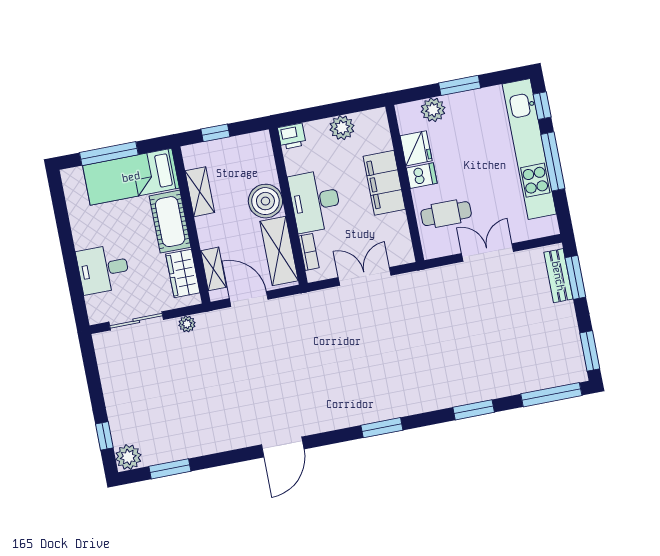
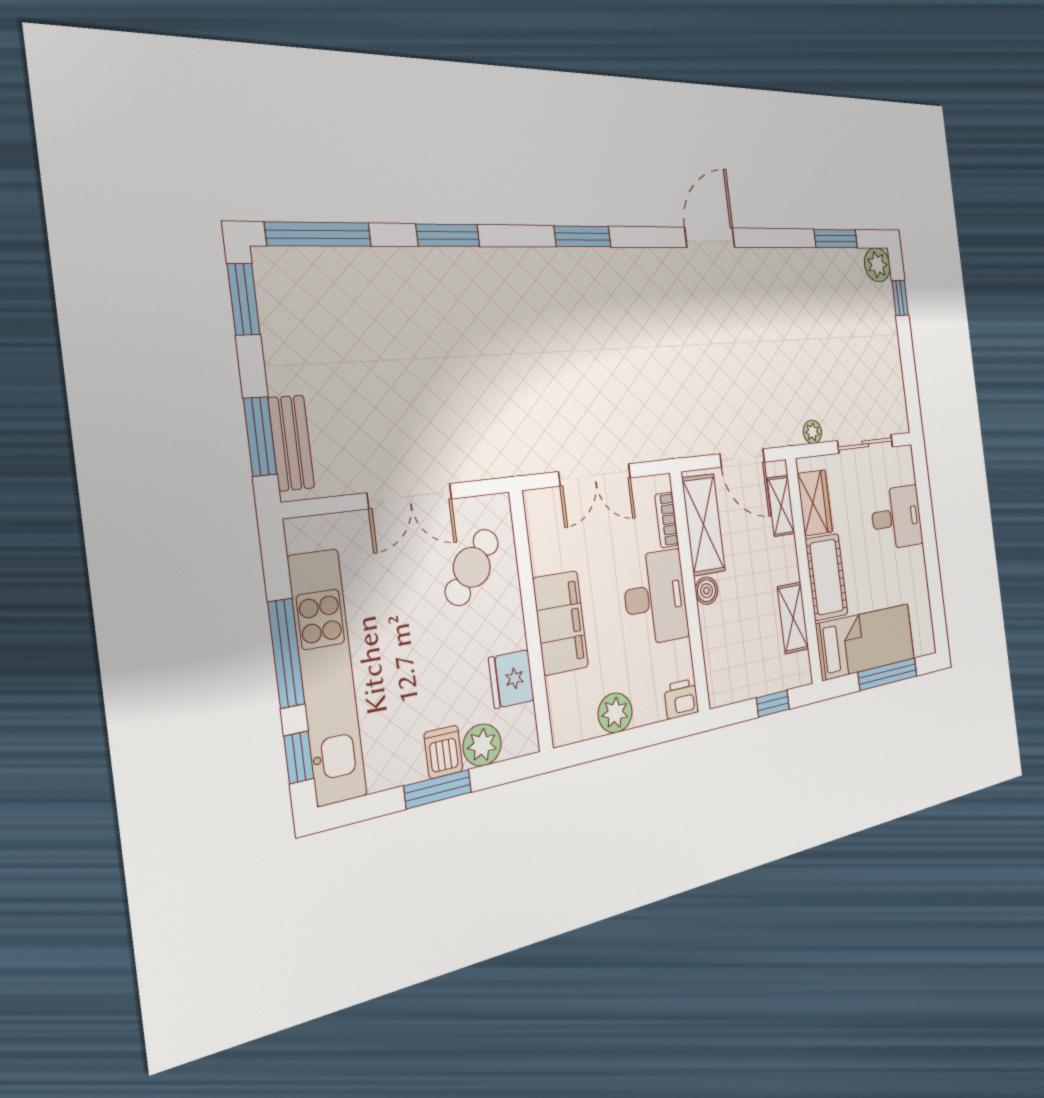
dishwasher: (422, 176) -> (443, 752), moved, turned 90
boiler: (265, 201) -> (707, 591), width x0.54, depth x0.54
cafe table: (446, 214) -> (472, 567), turned -51

